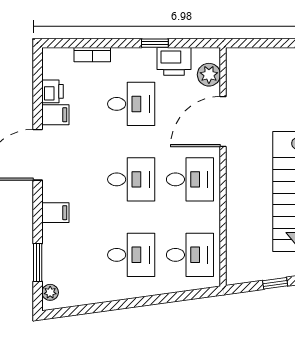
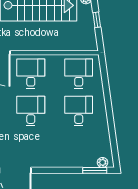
filing cabinet: (55, 213) -> (52, 159), removed
window: (38, 262) -> (95, 170), moved

